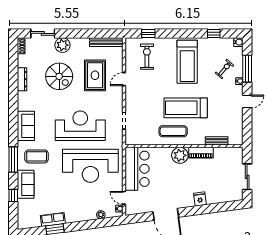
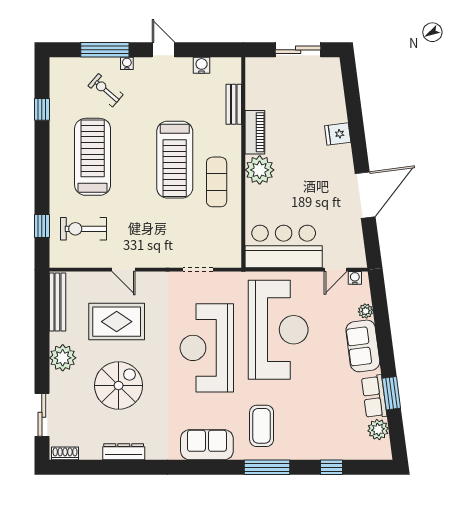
water cooler: (238, 42) -> (202, 65), moved
plant: (62, 45) -> (63, 358), moved
treadmill: (187, 62) -> (93, 157), turned -90
sofa: (26, 184) -> (363, 346), moved, turned -98
plant: (35, 222) -> (378, 430), added

